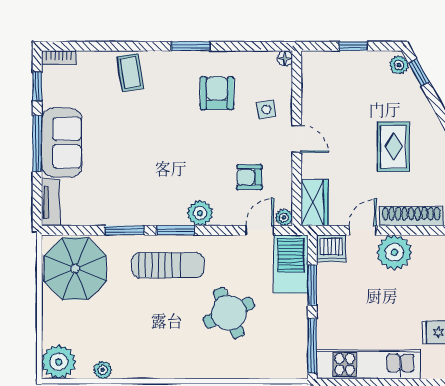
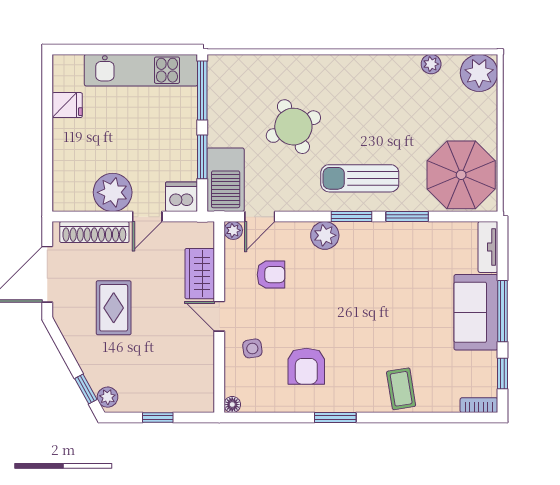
wardrobe: (315, 203) -> (200, 274), moved

